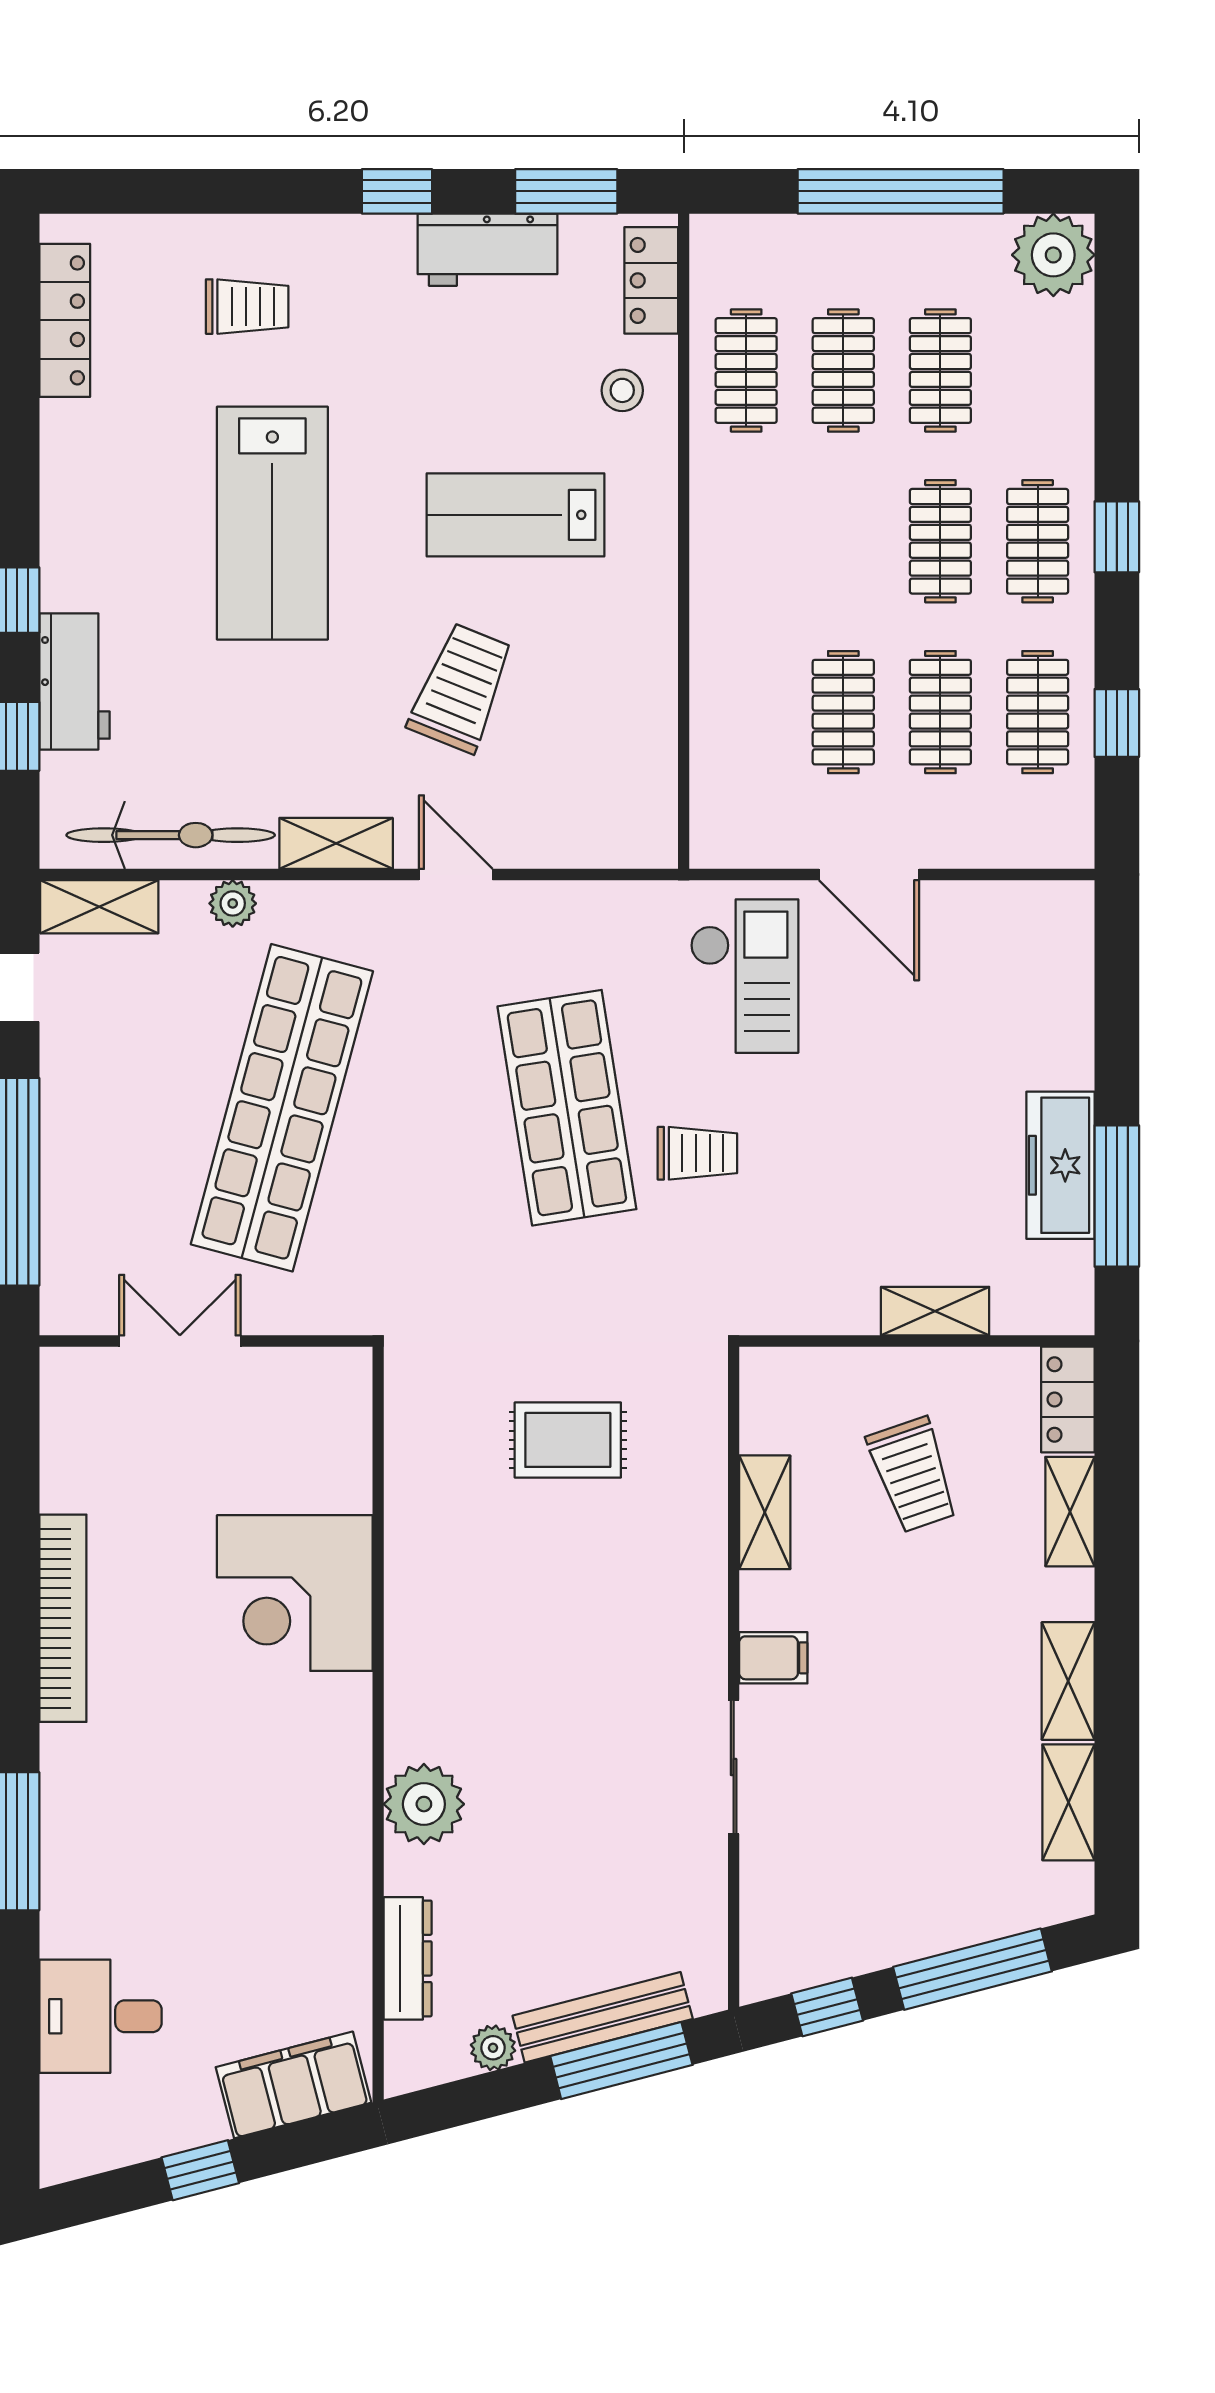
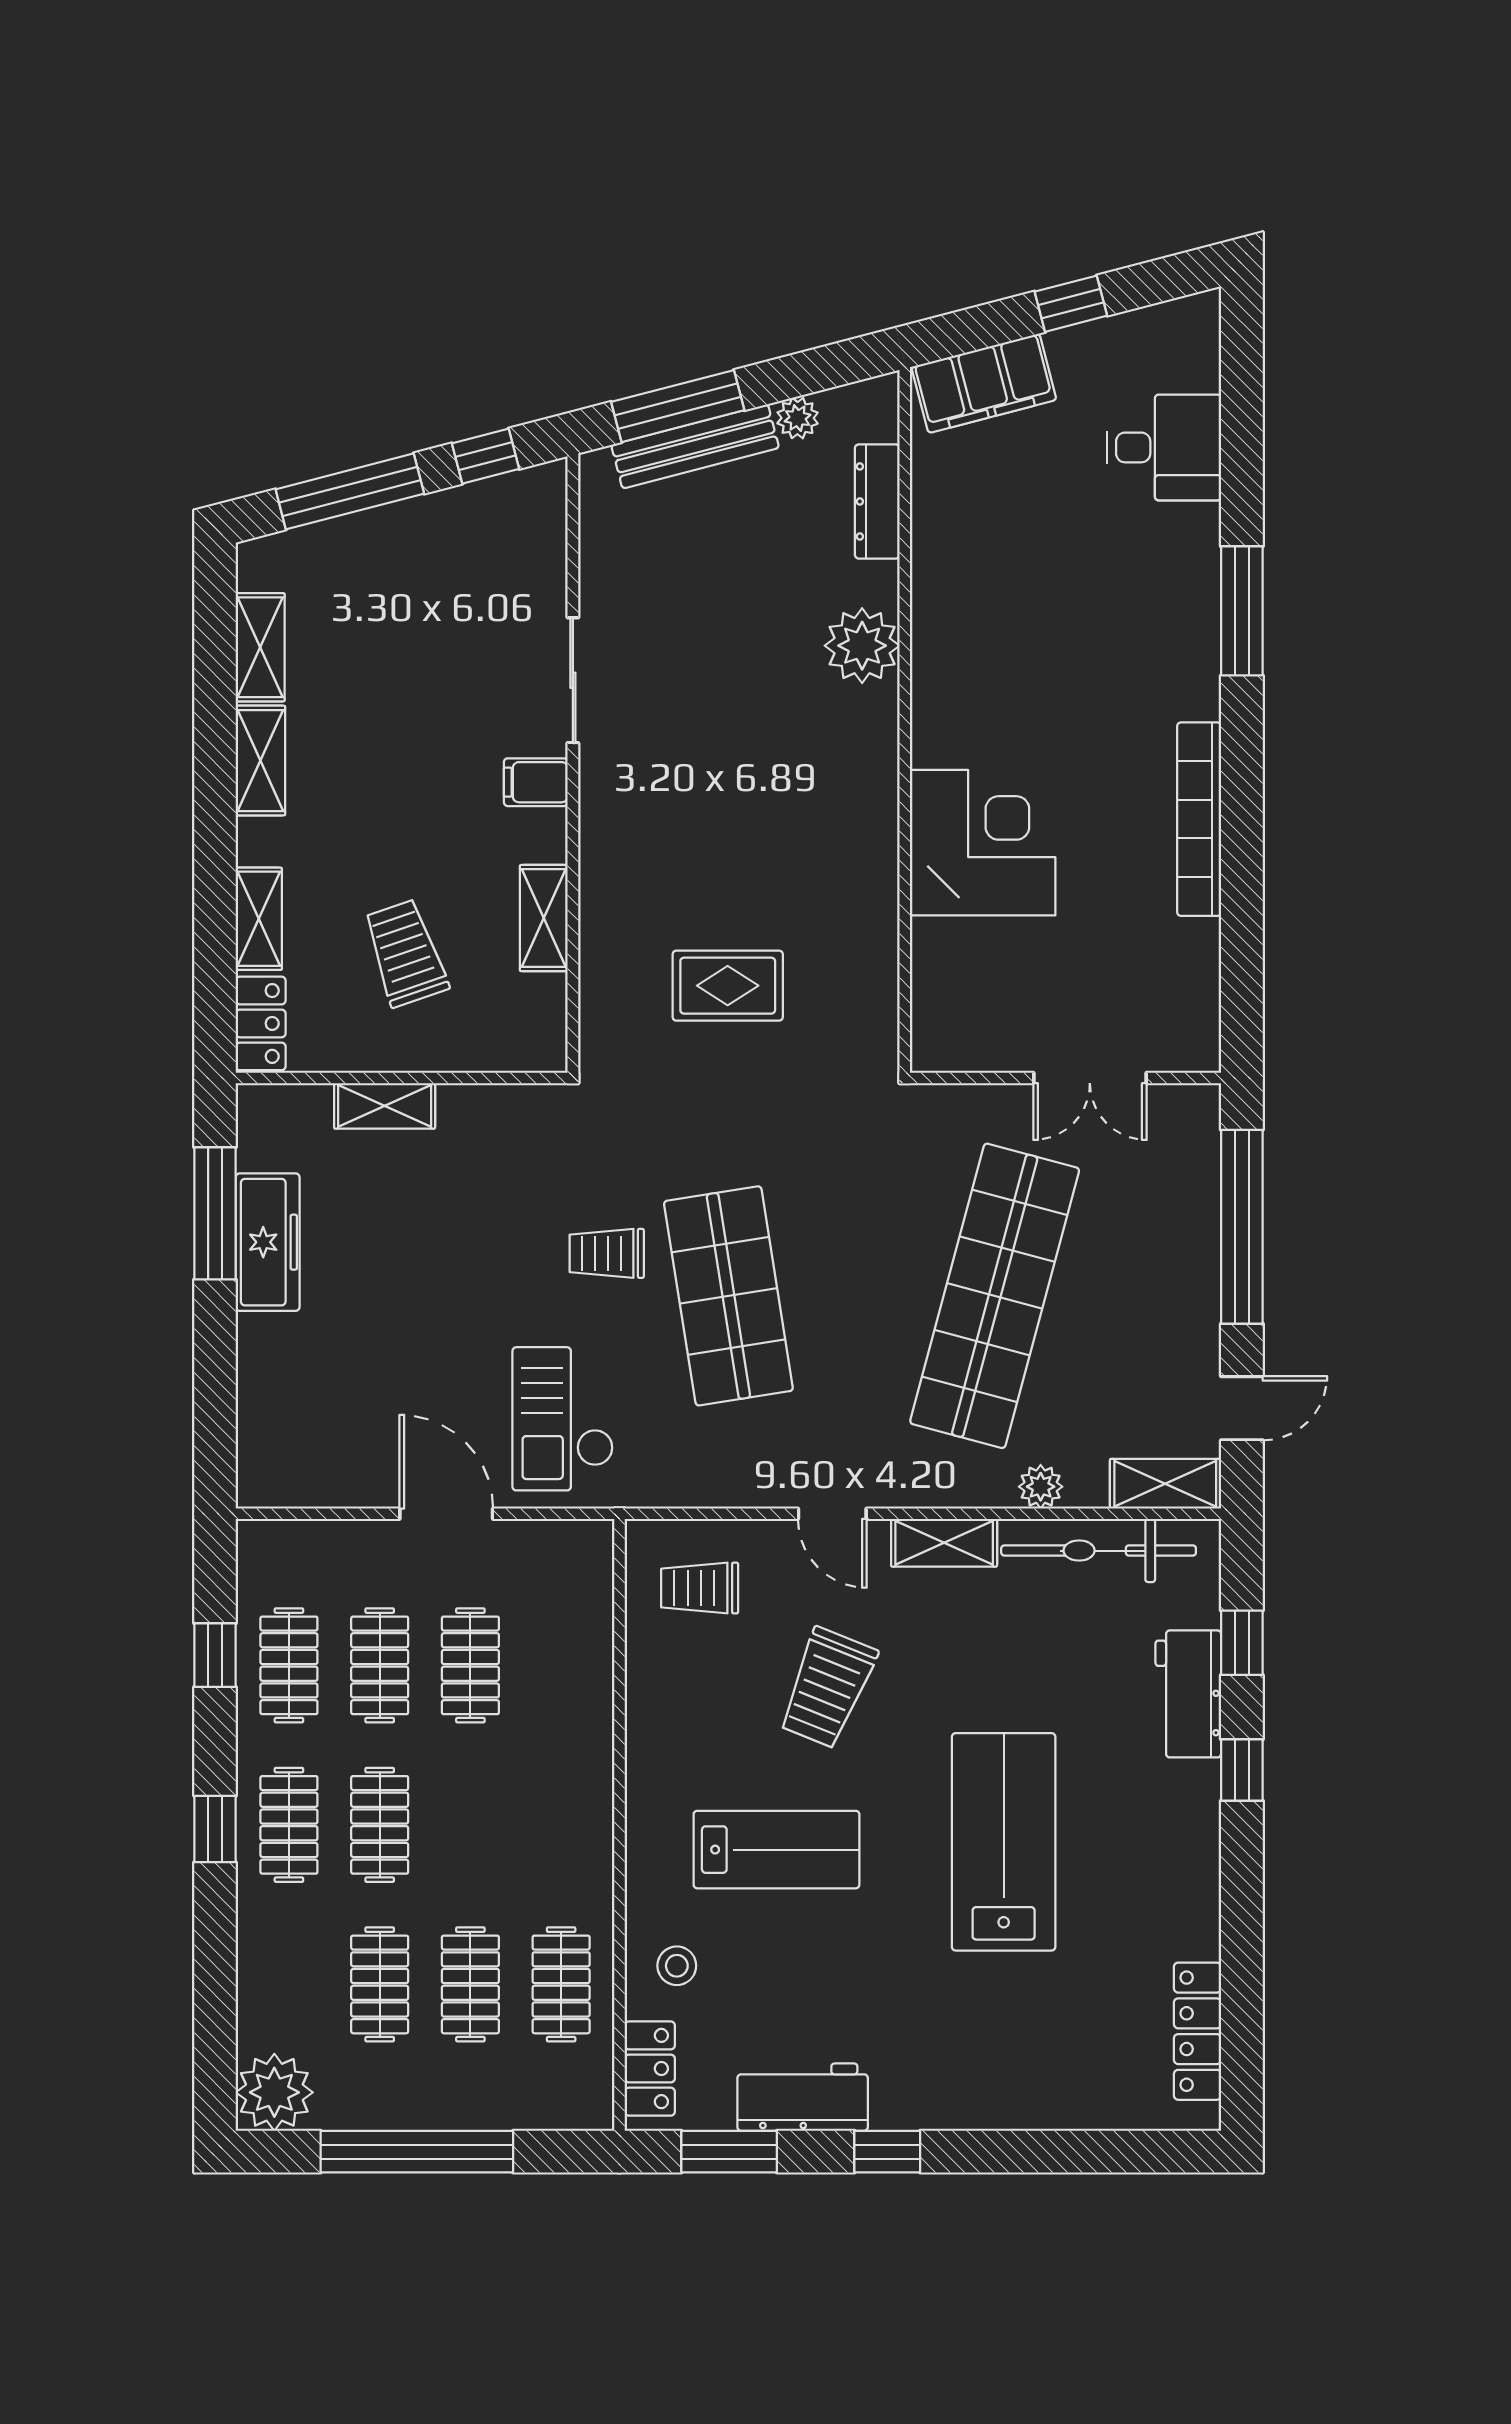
trolley: (247, 307) -> (700, 1588), moved

